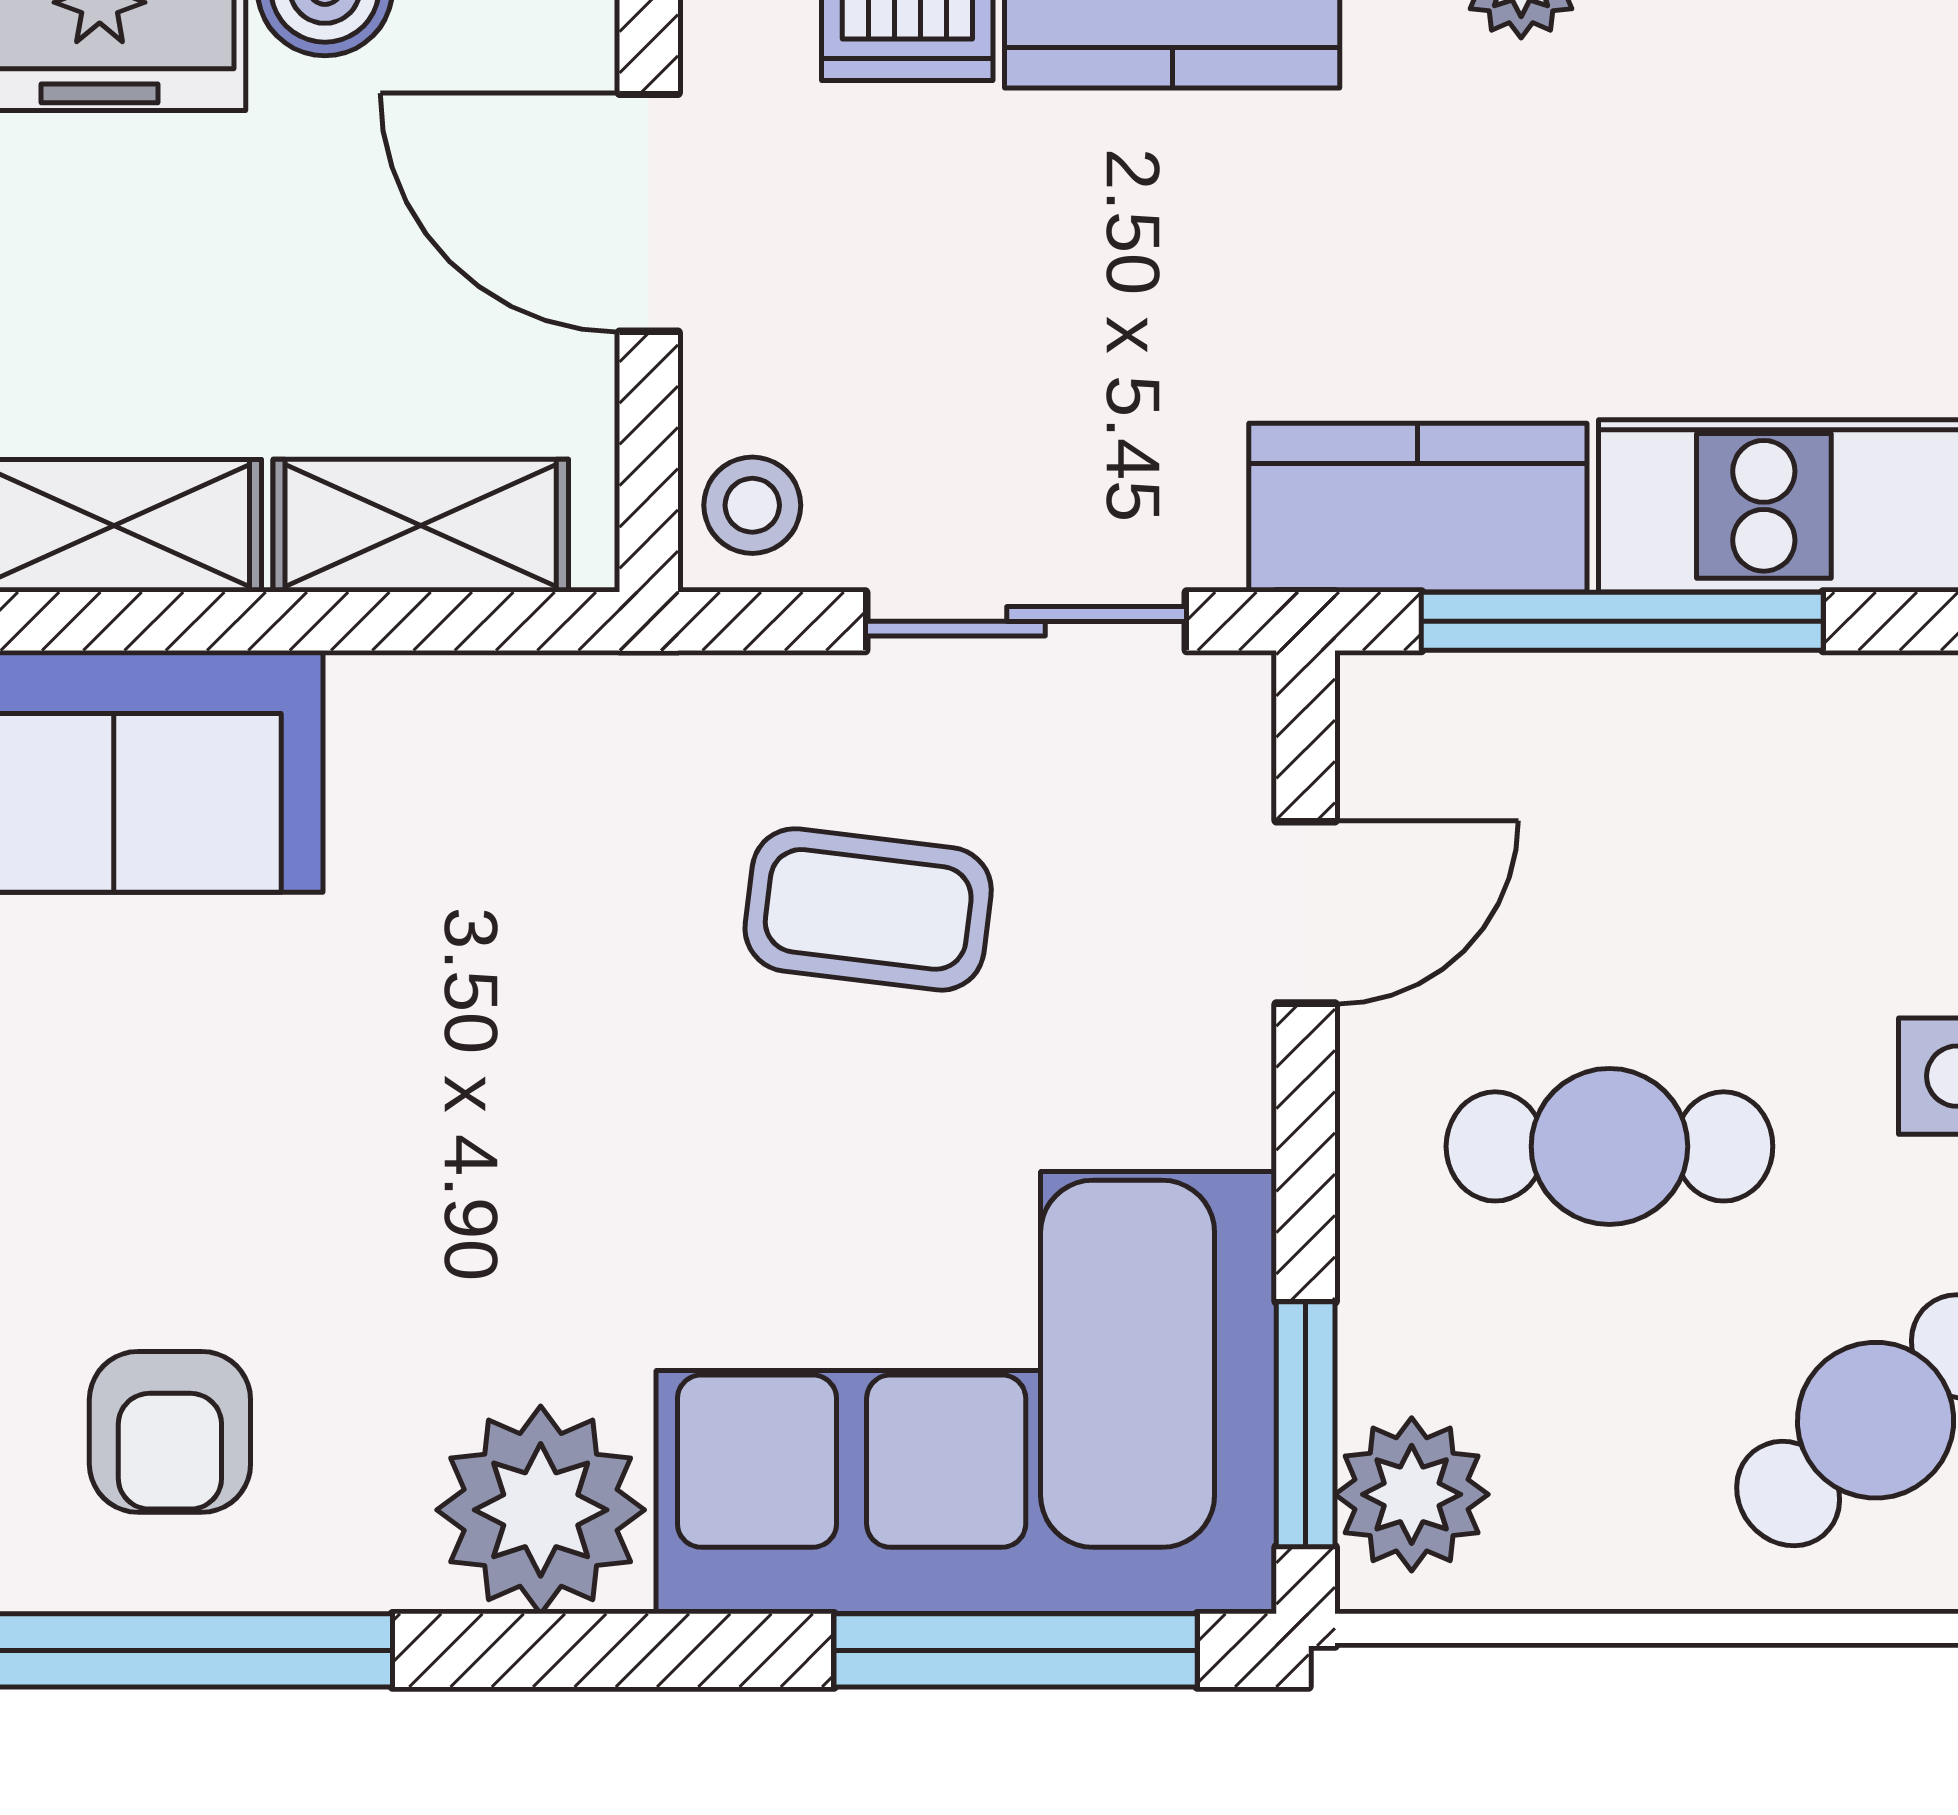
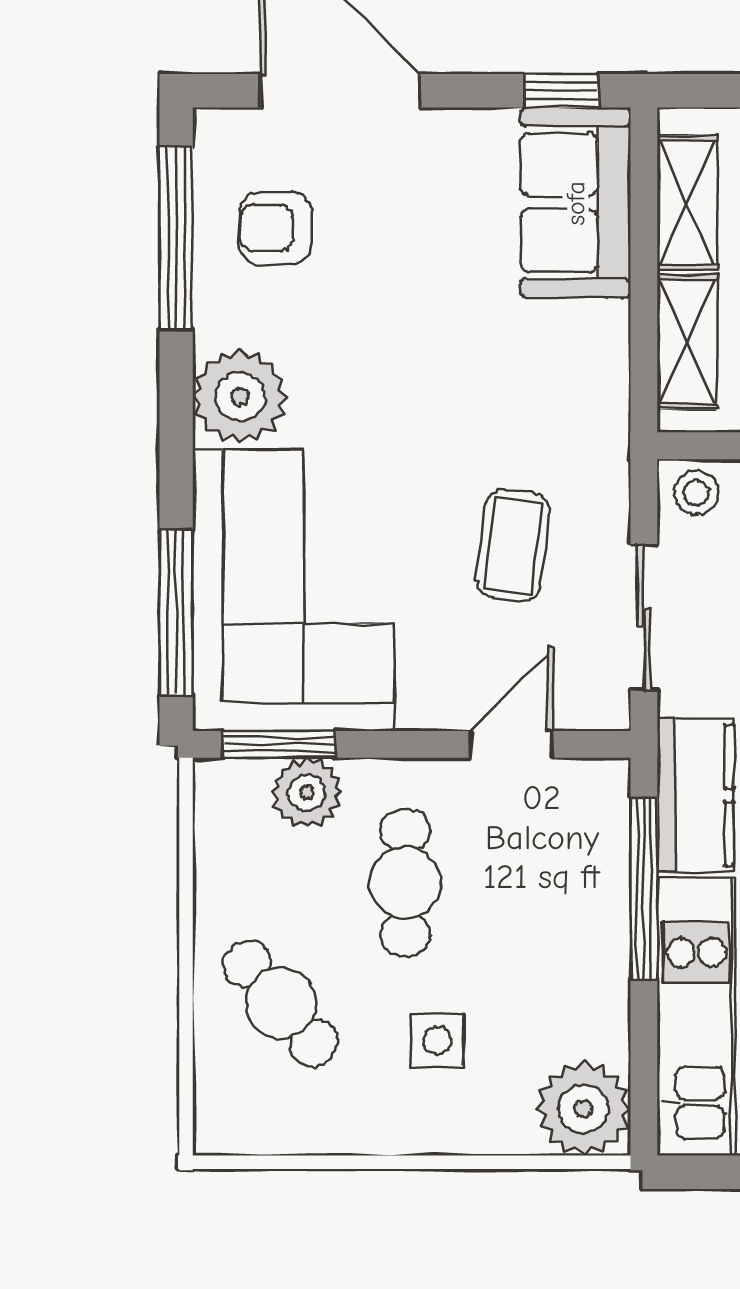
door: (1306, 912) -> (512, 744), swing flipped
plant: (1412, 1494) -> (307, 792), moved

